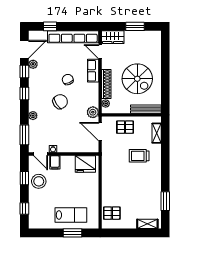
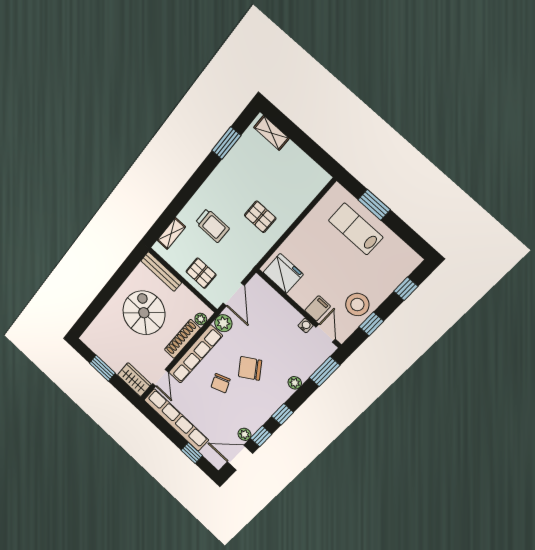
row of seats: (93, 71) -> (195, 354), width x2.02
pallet: (112, 213) -> (260, 217), moved

